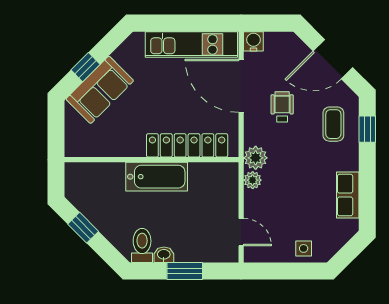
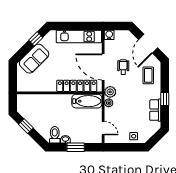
door: (333, 59) -> (148, 44), hinge flipped
window: (86, 67) -> (36, 39), moved
door: (241, 86) -> (103, 67), moved
window: (367, 129) -> (165, 99), moved
bathtub: (157, 177) -> (87, 101), moved

